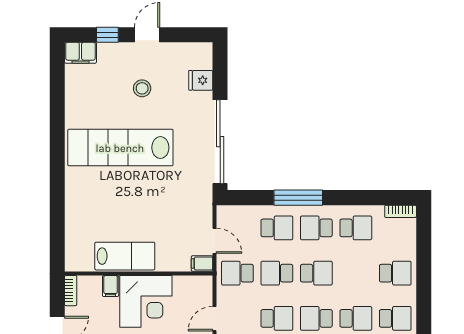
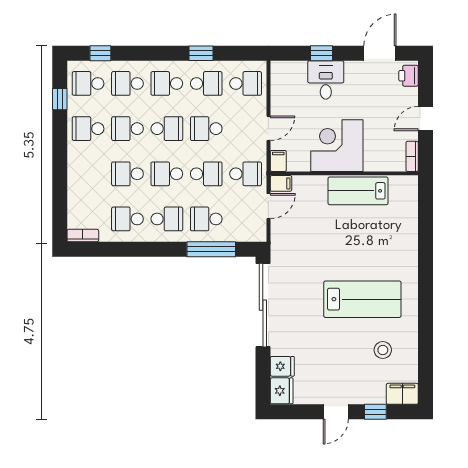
fridge: (201, 56) -> (282, 391), added
stool: (142, 88) -> (383, 350), moved
lab bench: (120, 148) -> (362, 299), width x0.73
window: (298, 198) -> (211, 249), moved
door: (215, 241) -> (268, 206), swing flipped
school desk: (395, 273) -> (127, 174), moved
filing cabinet: (111, 286) -> (278, 161), moved

